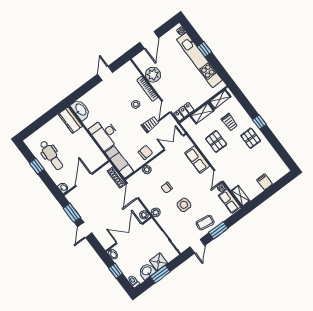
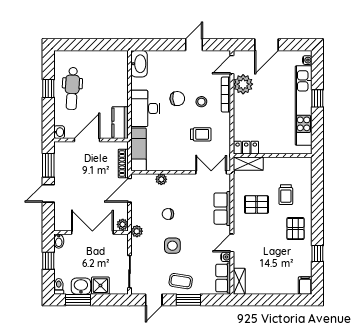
shelving: (220, 99) -> (294, 163), removed
door: (166, 107) -> (232, 65), moved
shelving: (202, 113) -> (248, 164), moved
kitchen counter: (70, 120) -> (120, 123), moved
window: (259, 122) -> (317, 253), moved
pallet: (216, 142) -> (256, 205), turned 90
chair: (145, 152) -> (177, 99), moved
filing cabinet: (265, 182) -> (305, 285), moved
window: (160, 274) -> (78, 300), moved

